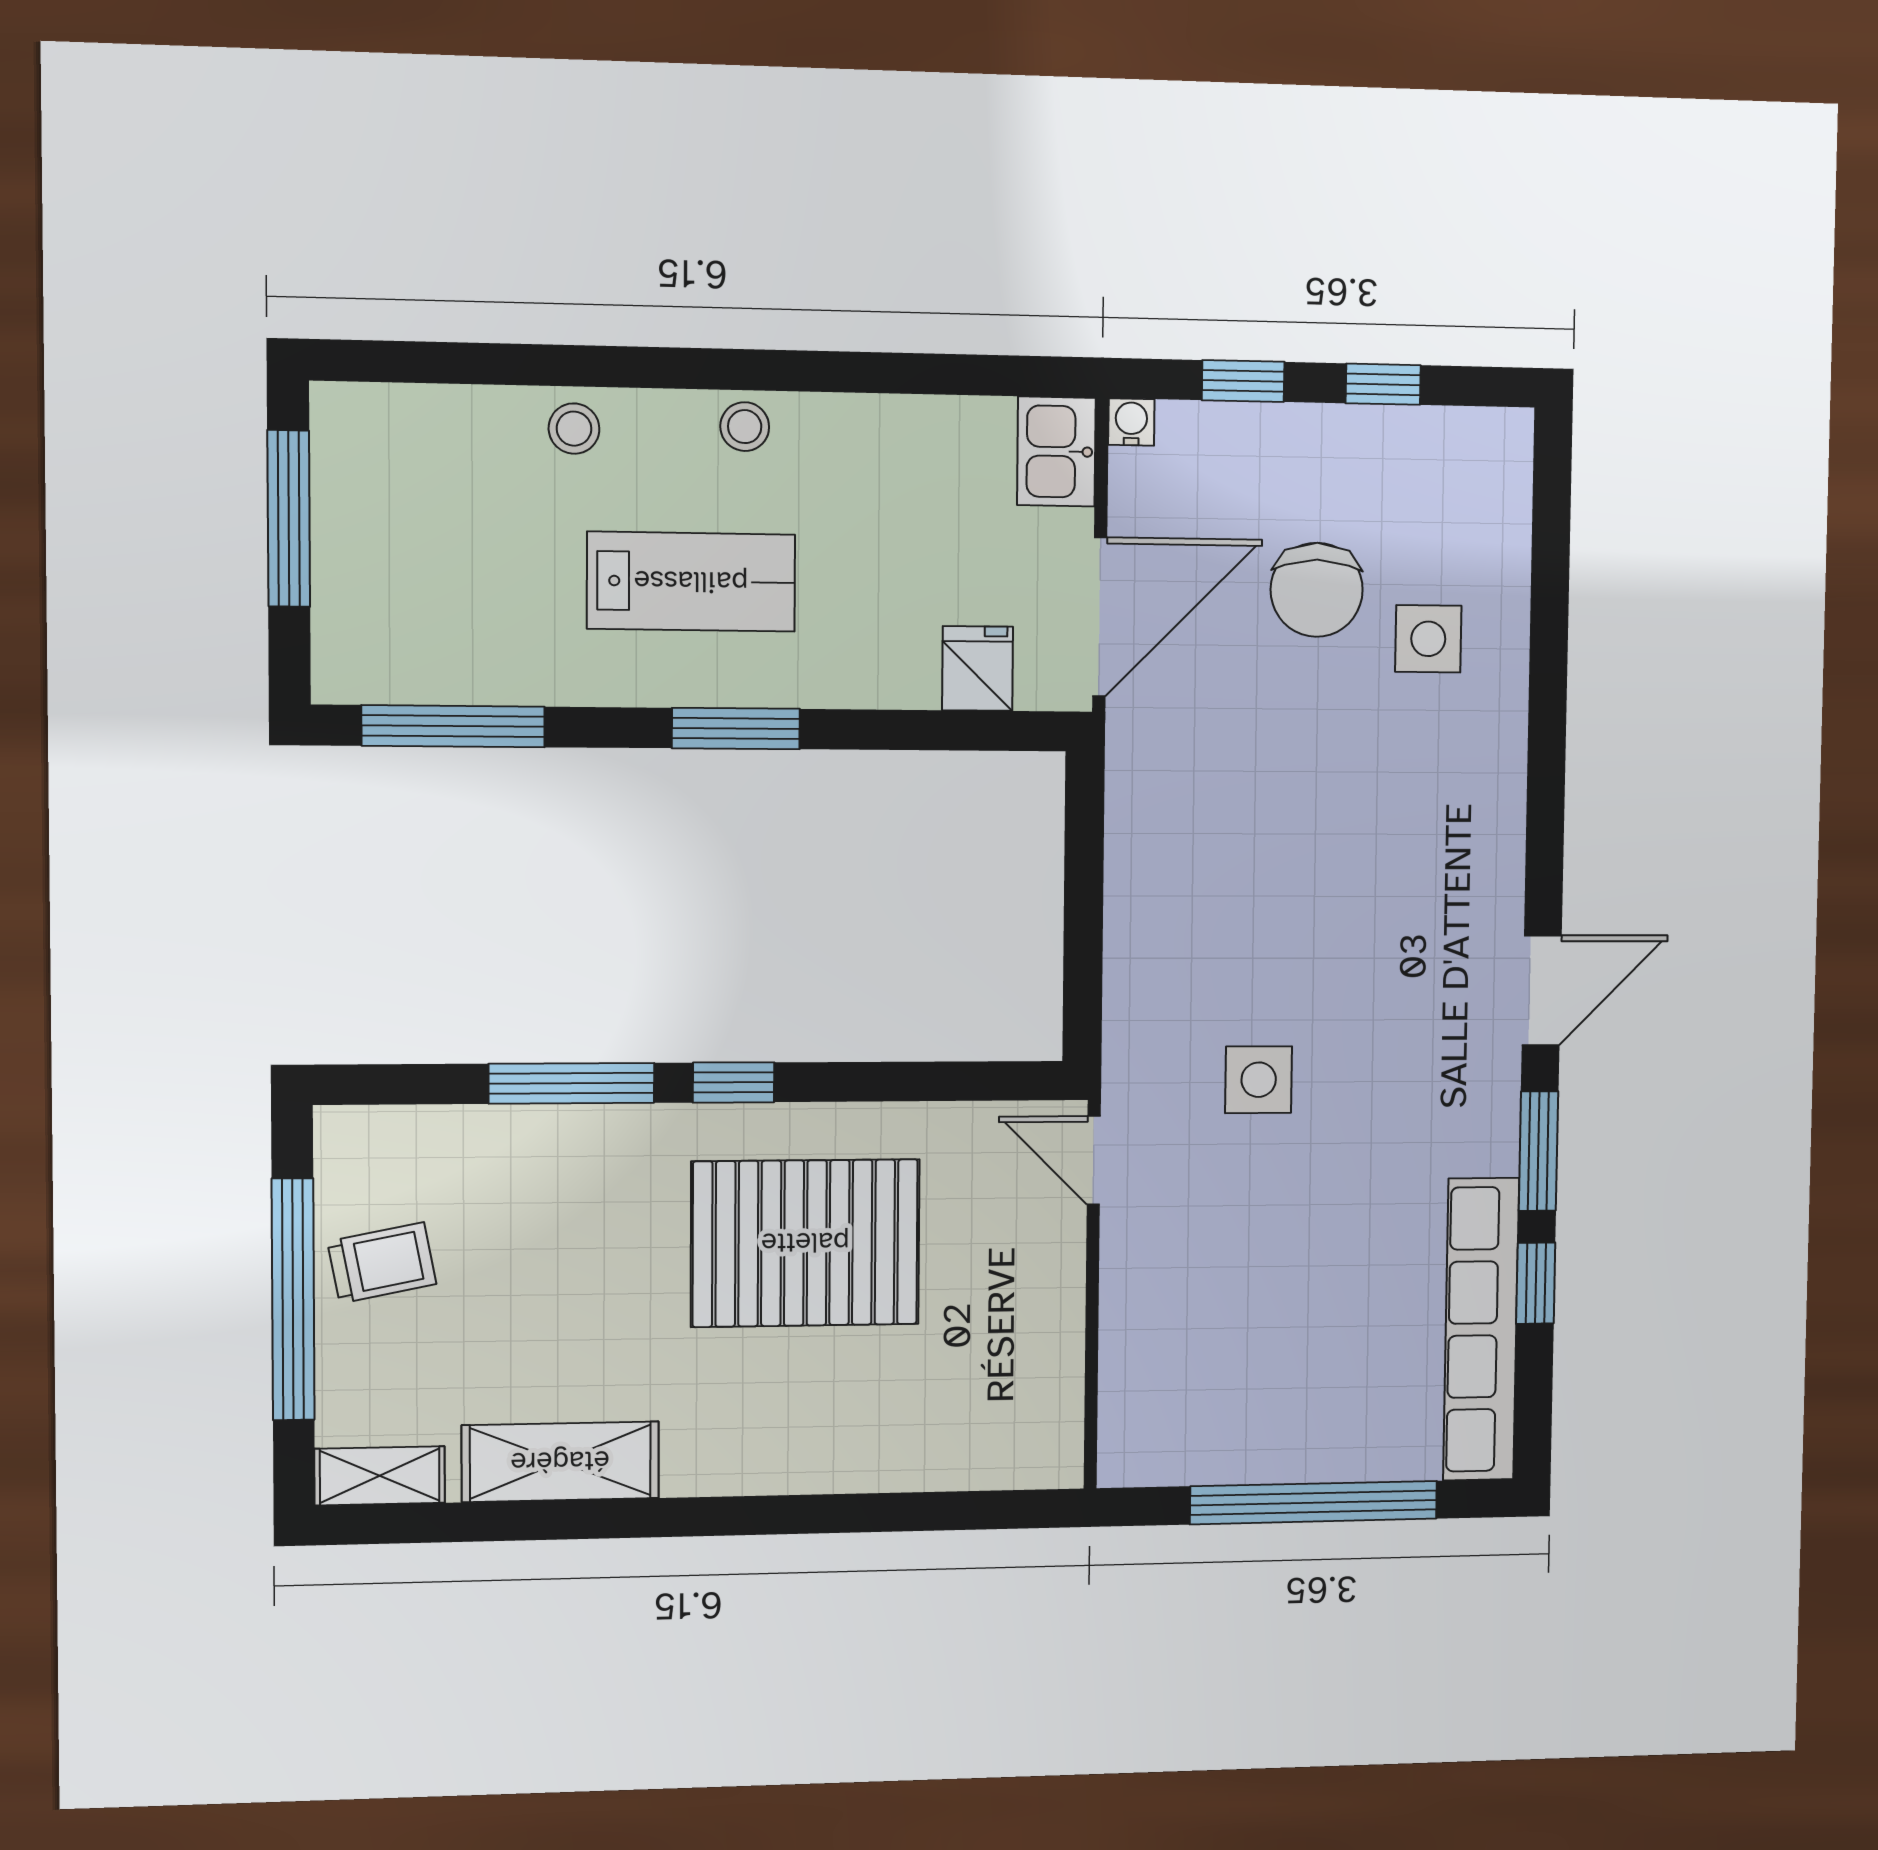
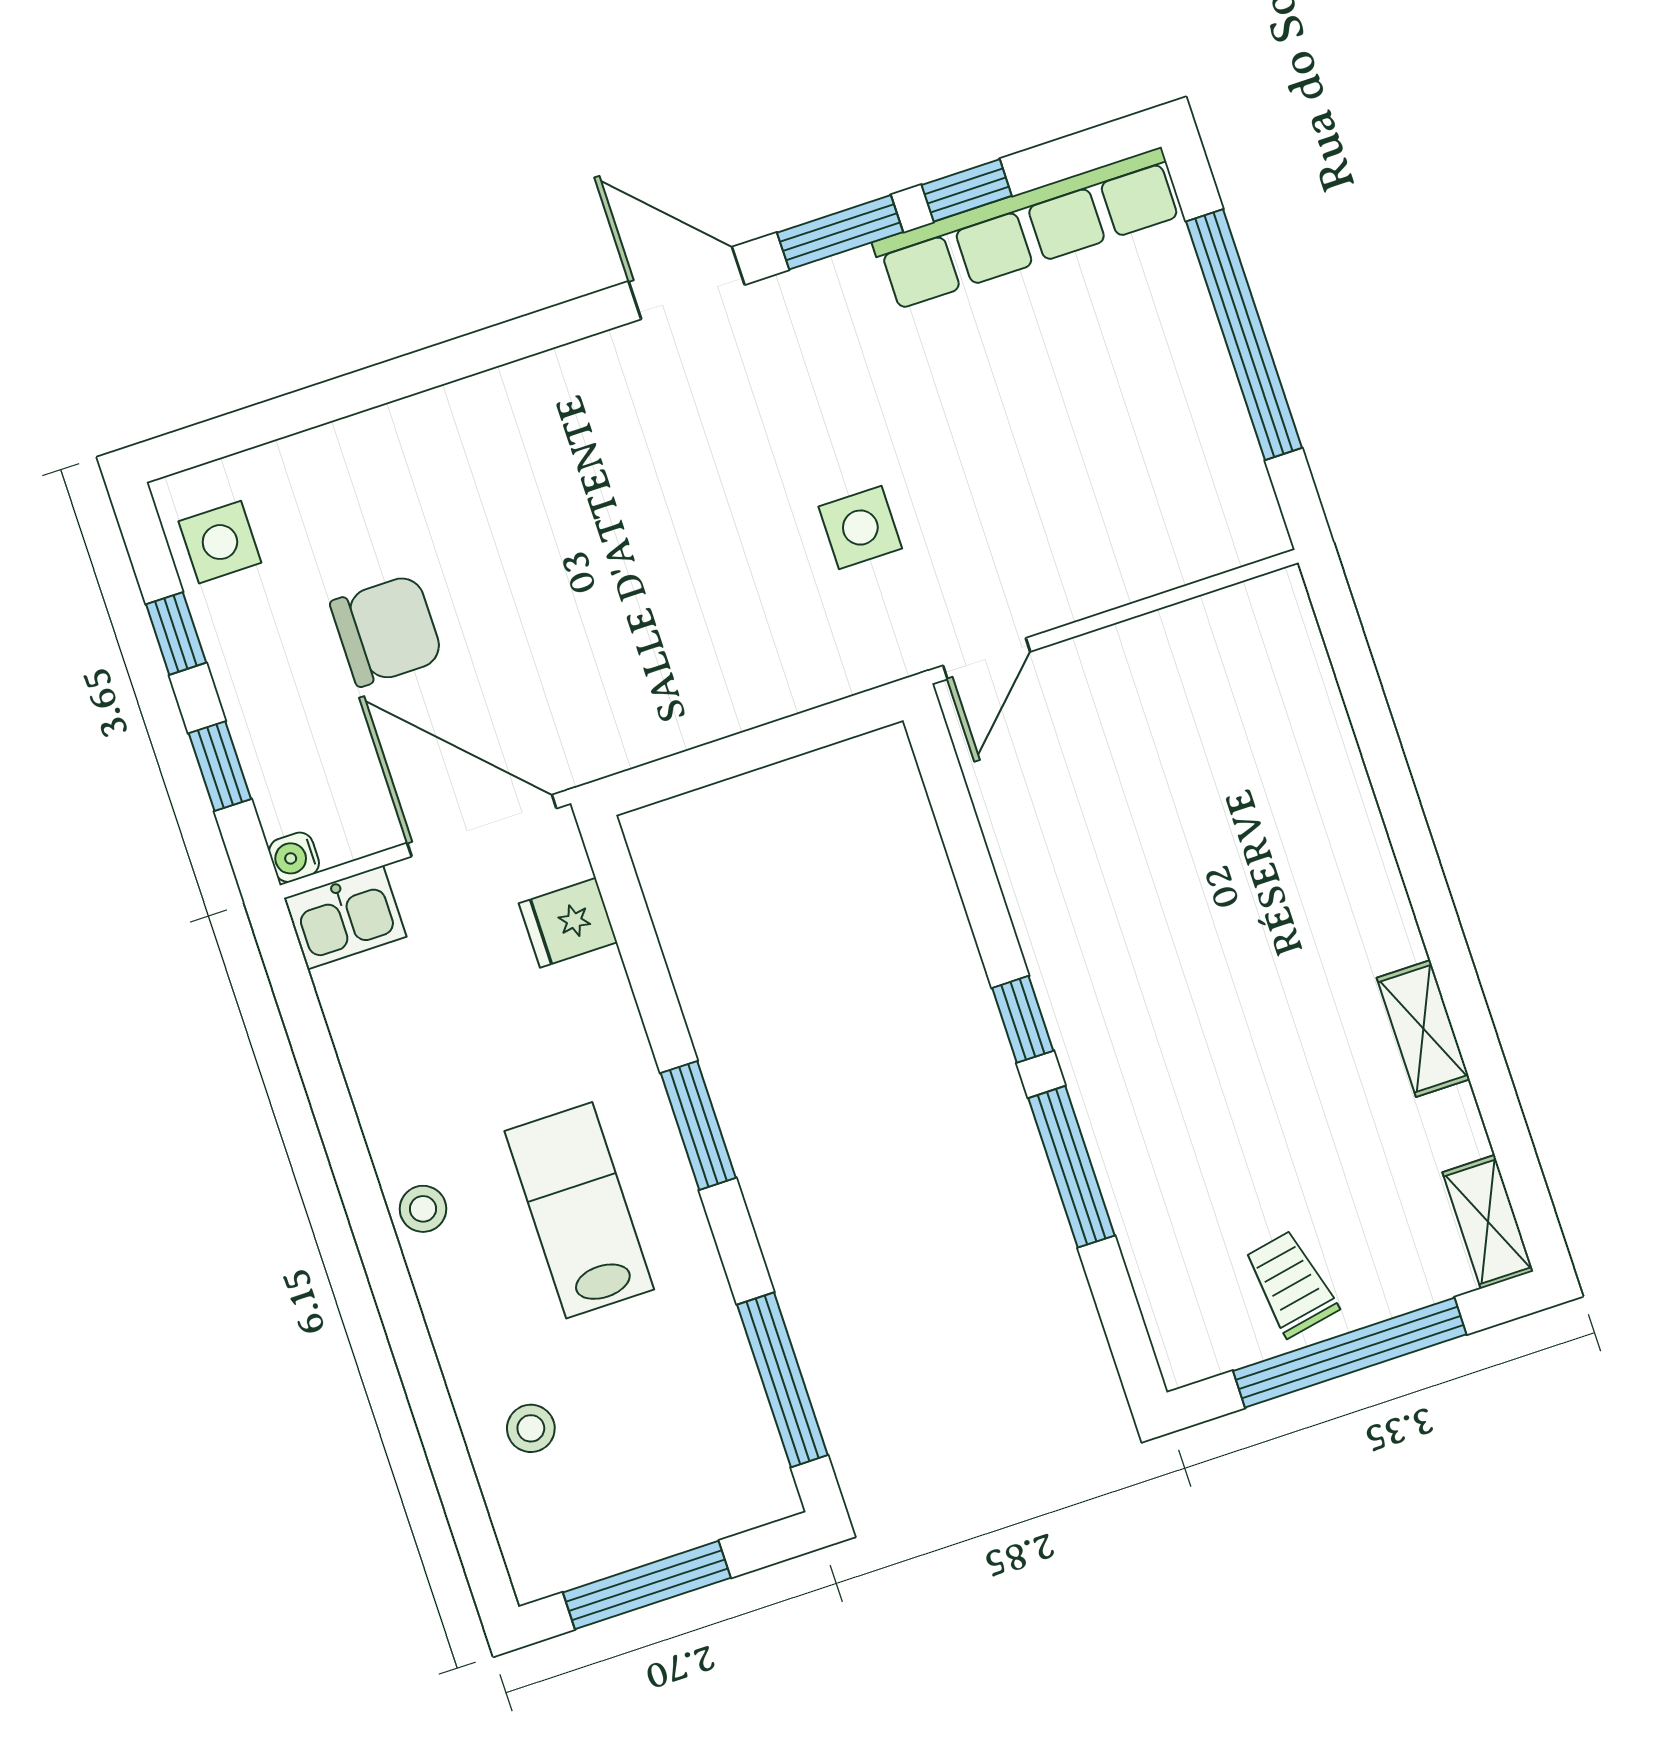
stool: (574, 429) -> (531, 1428), moved
side table: (1428, 639) -> (220, 542), moved
pallet: (805, 1243) -> (1150, 903), removed
shelving: (560, 1462) -> (1423, 1029), width x0.67, depth x0.75

